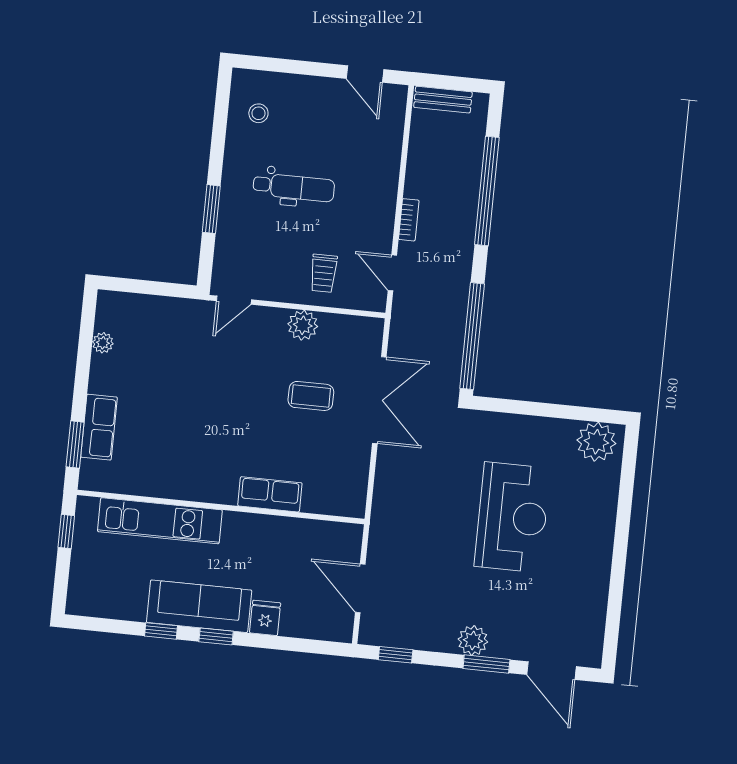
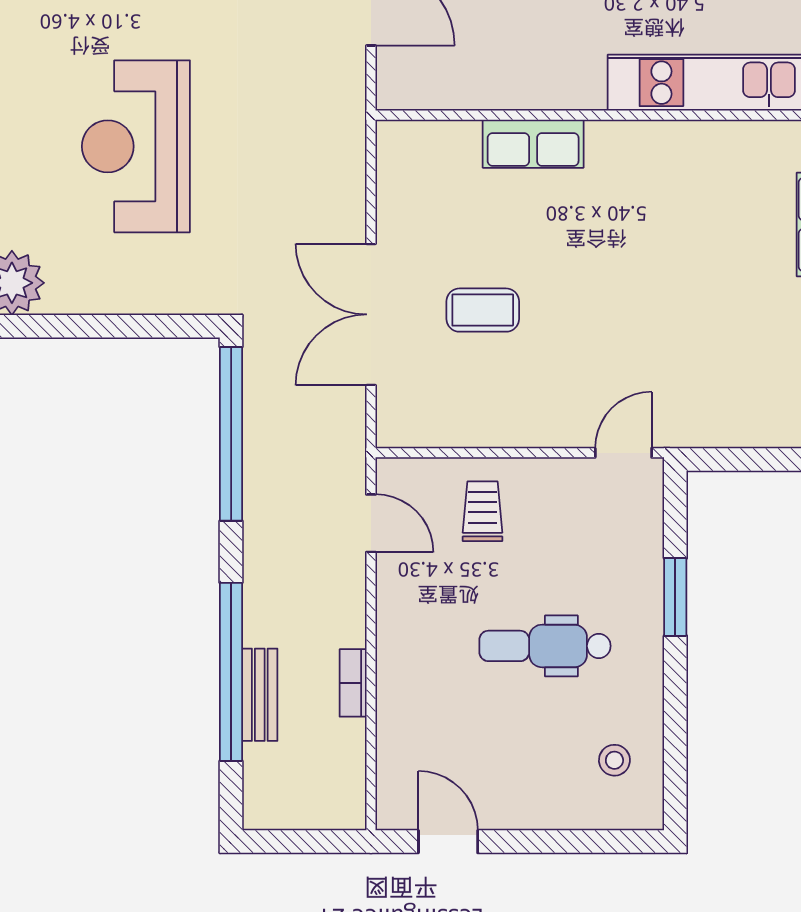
bench: (443, 100) -> (260, 695), moved, turned 90
bookcase: (409, 220) -> (353, 683), moved
plant: (303, 325) -> (508, 424), removed

